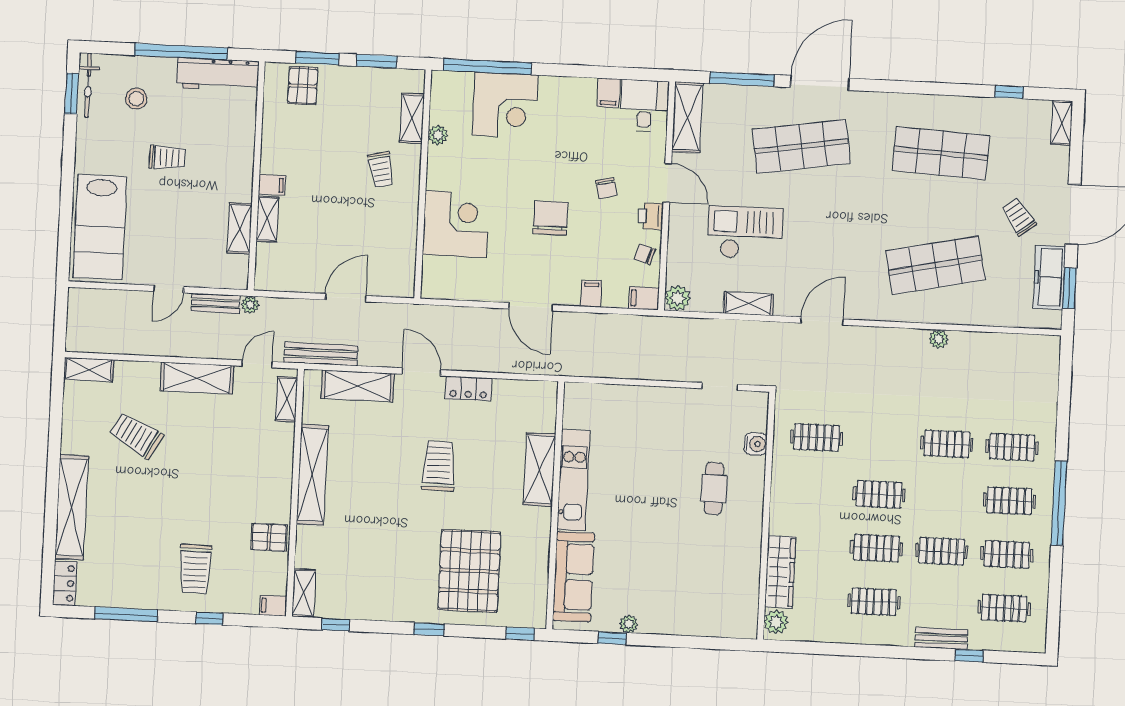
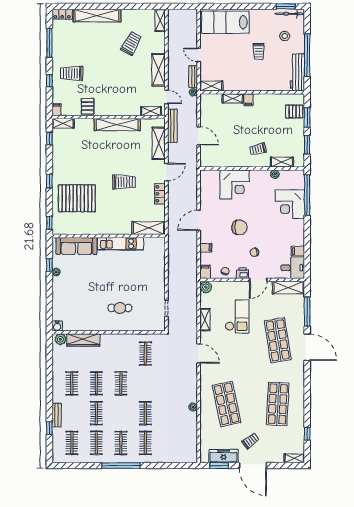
shelving: (240, 228) -> (211, 86), moved
water cooler: (756, 444) -> (57, 326), moved
shelving: (540, 469) -> (149, 228), moved

